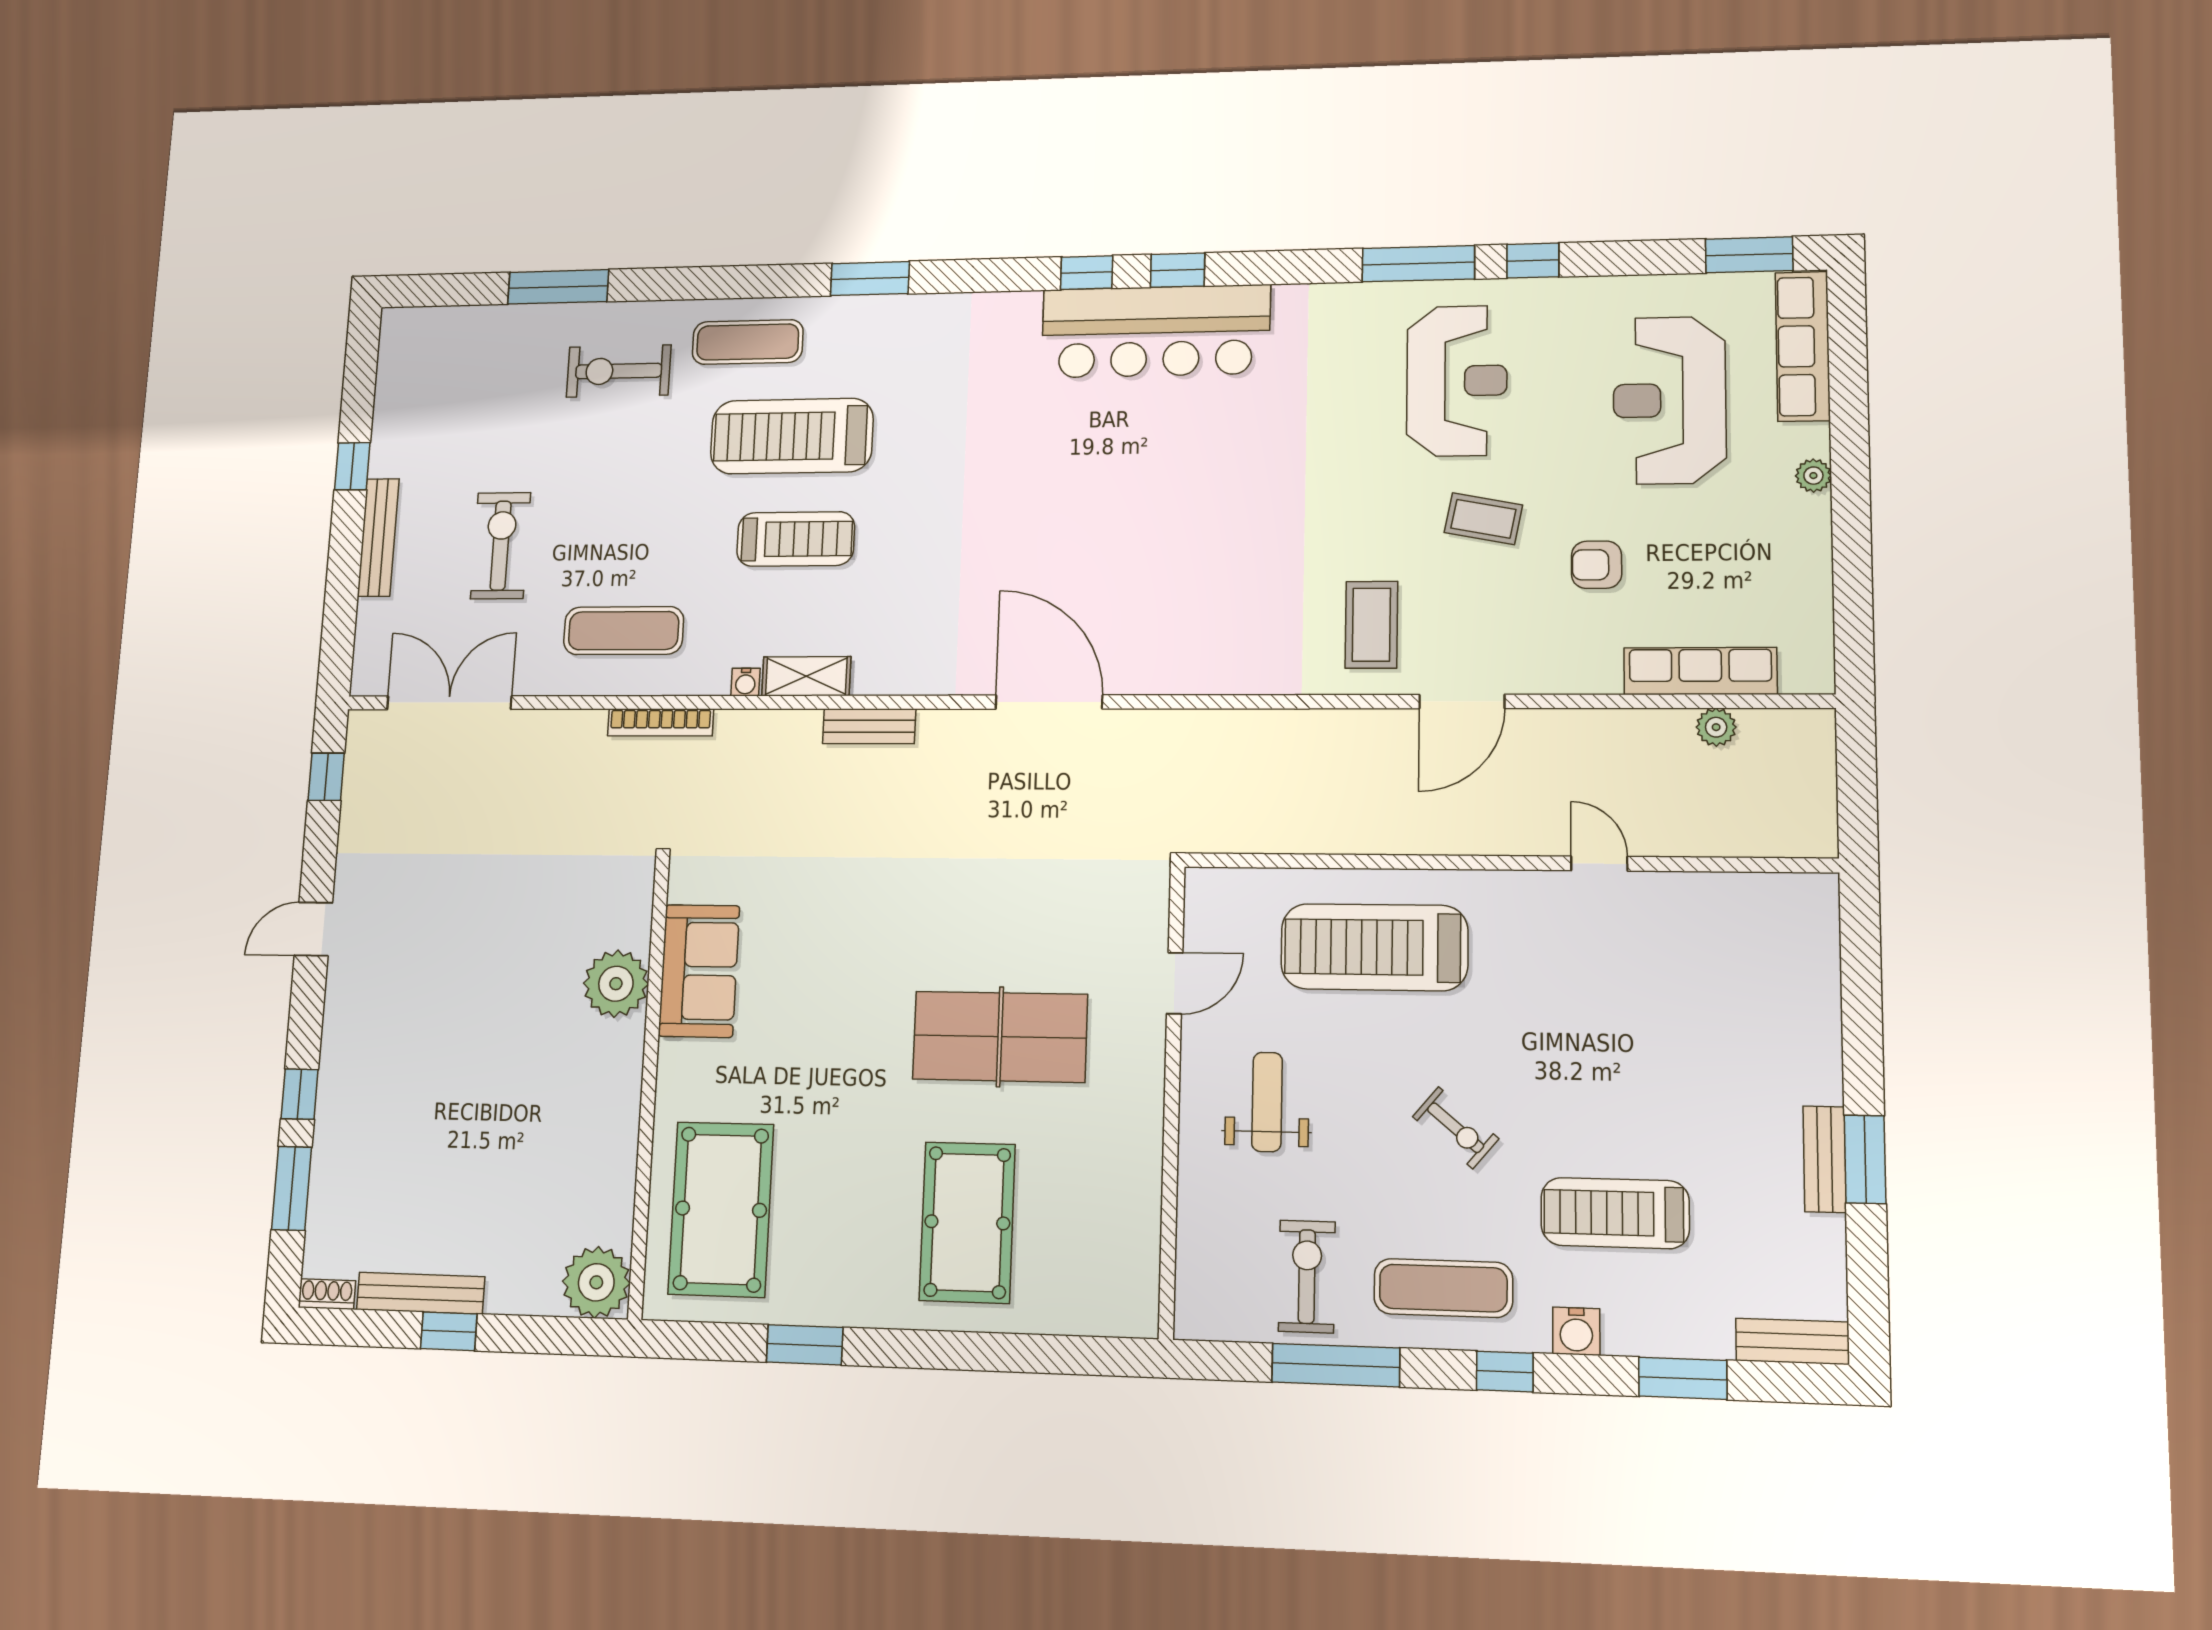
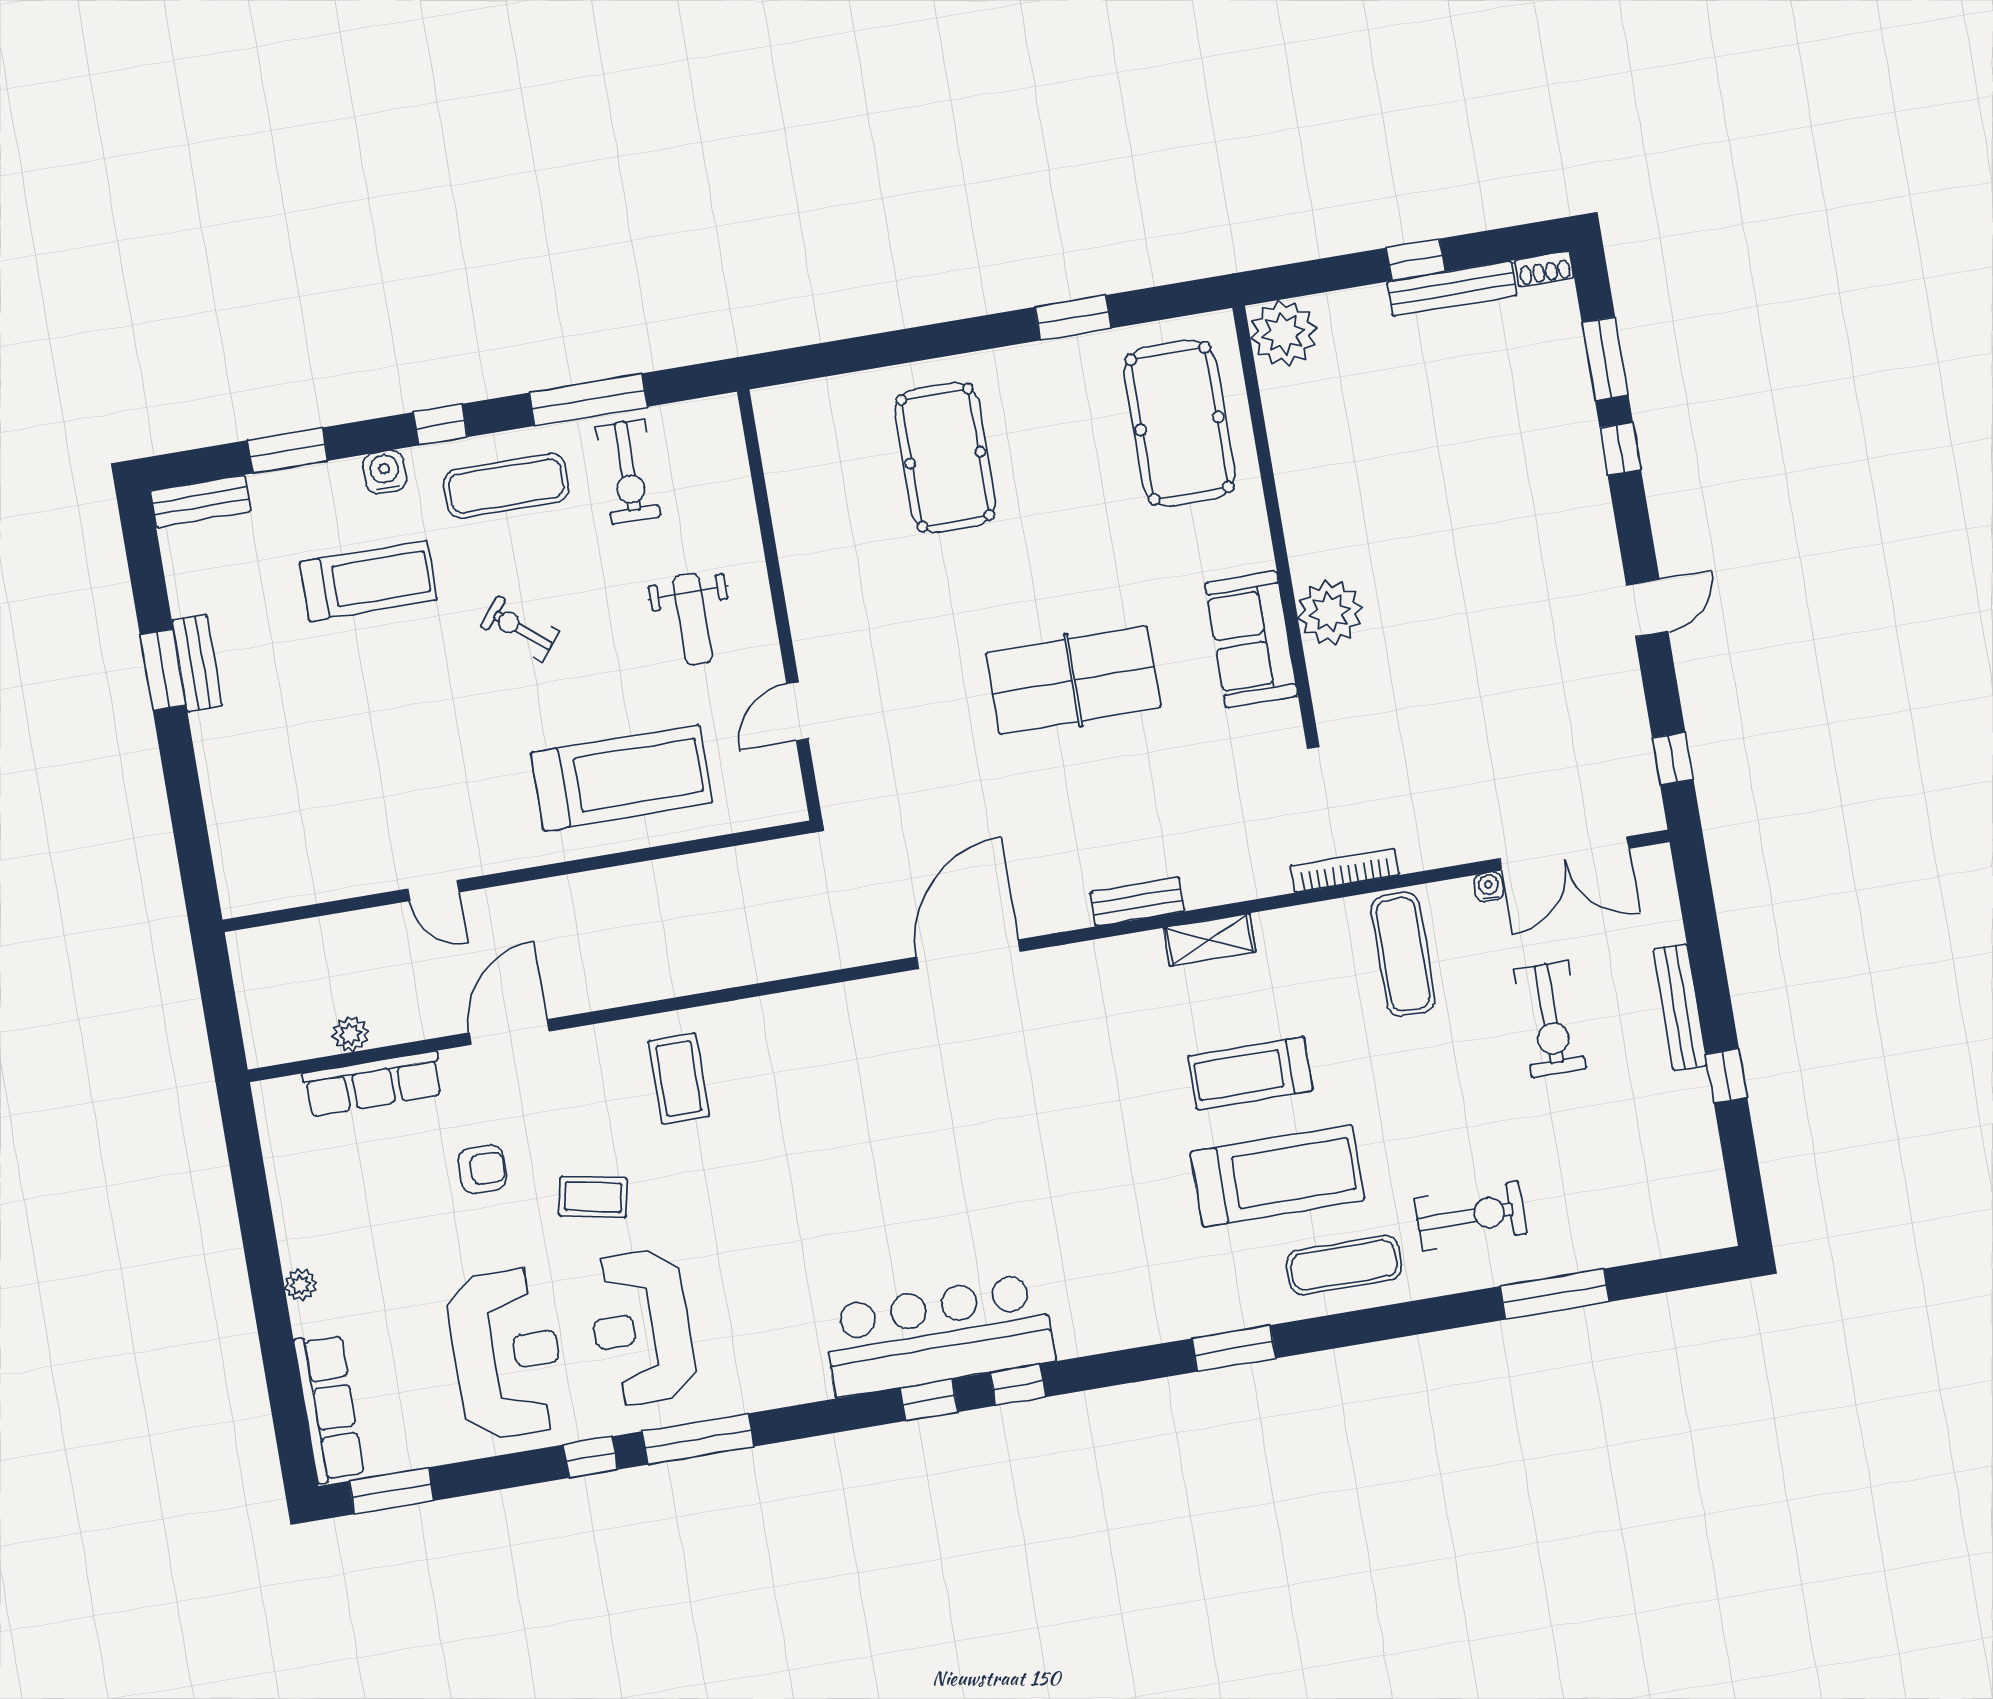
reception desk: (1669, 400) -> (507, 1354), moved
exercise mat: (624, 631) -> (1403, 954), turned 90
water cooler: (745, 682) -> (1489, 887), moved
door: (1049, 702) -> (968, 954), swing flipped
door: (1462, 702) -> (509, 1032), moved
table tennis table: (1000, 1037) -> (1073, 680), moved

